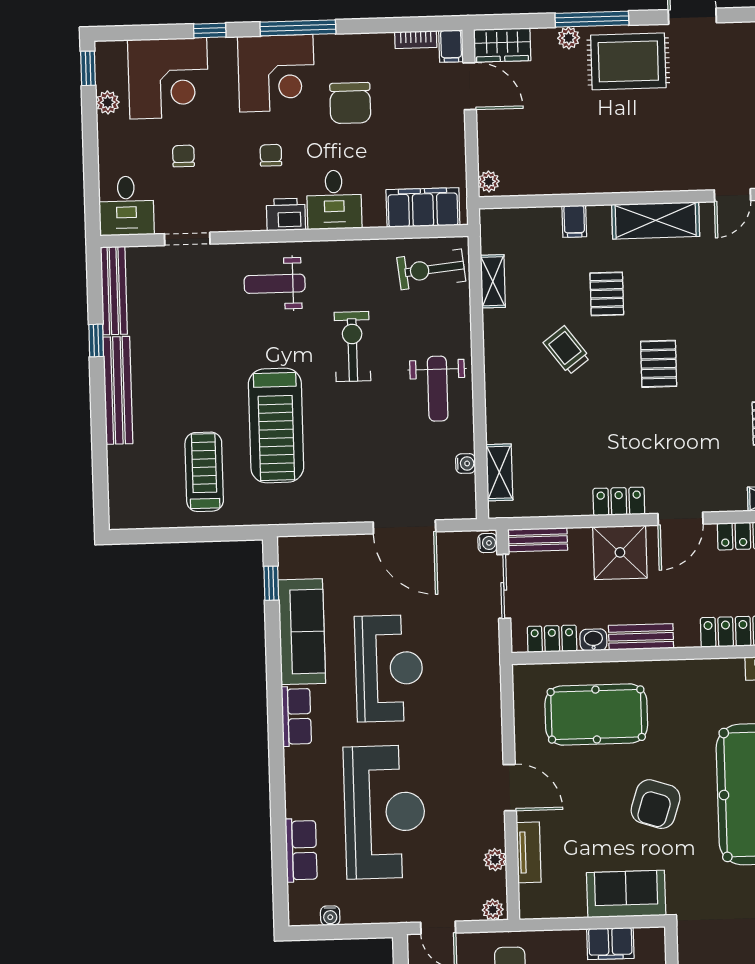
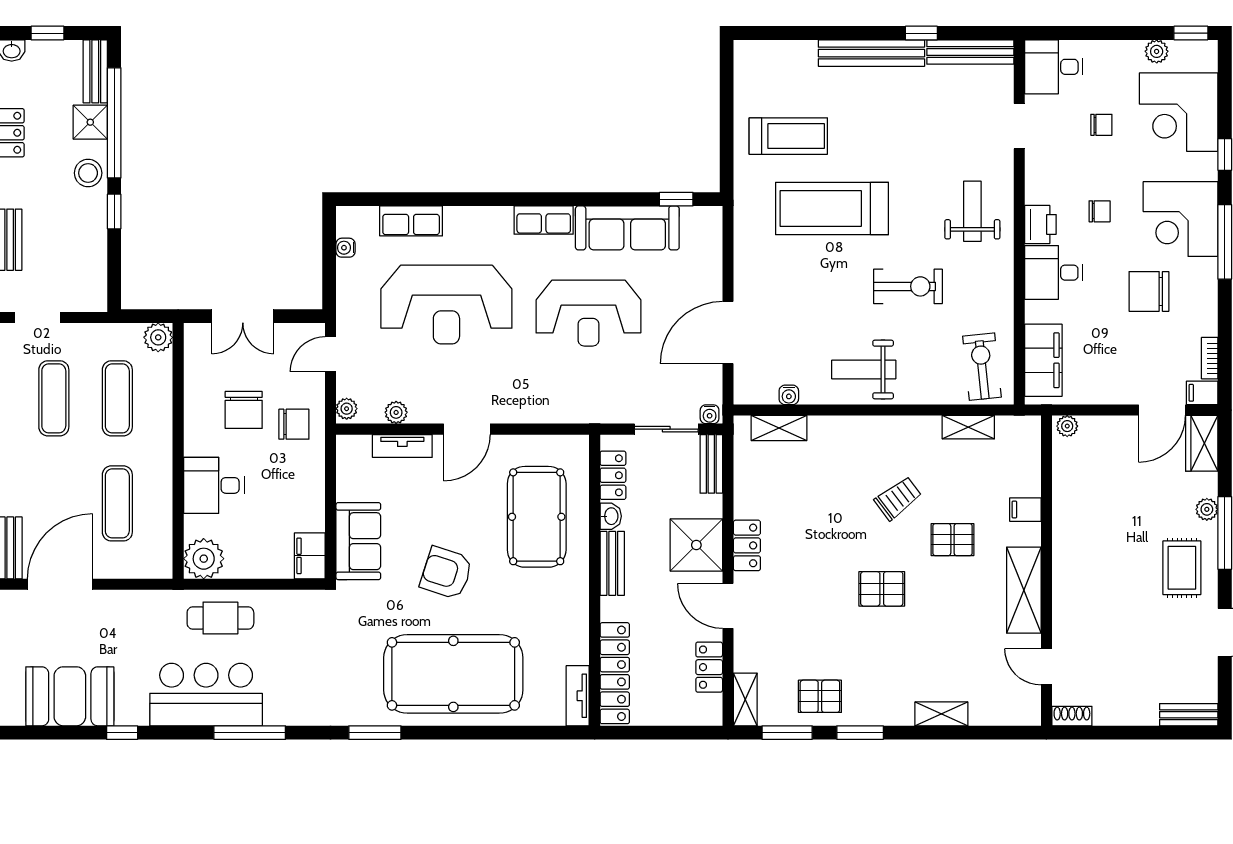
rug: (628, 61) -> (1182, 568), width x0.73, depth x0.70
filing cabinet: (610, 943) -> (310, 556), moved

